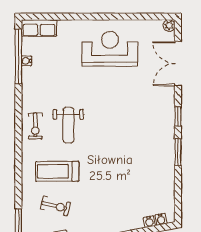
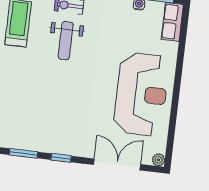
reception desk: (110, 49) -> (141, 94), width x1.36, depth x1.30
weight bench: (68, 125) -> (66, 41), turned -90

